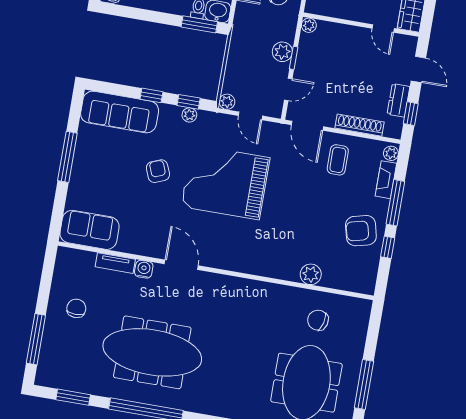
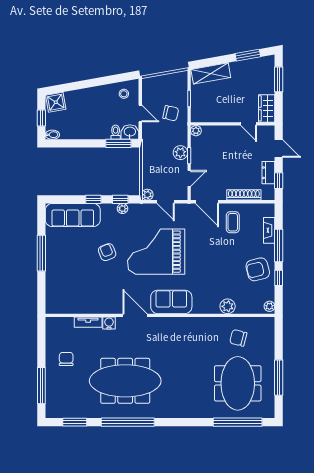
plant: (391, 153) -> (269, 306), moved
sofa: (89, 230) -> (171, 302), moved

